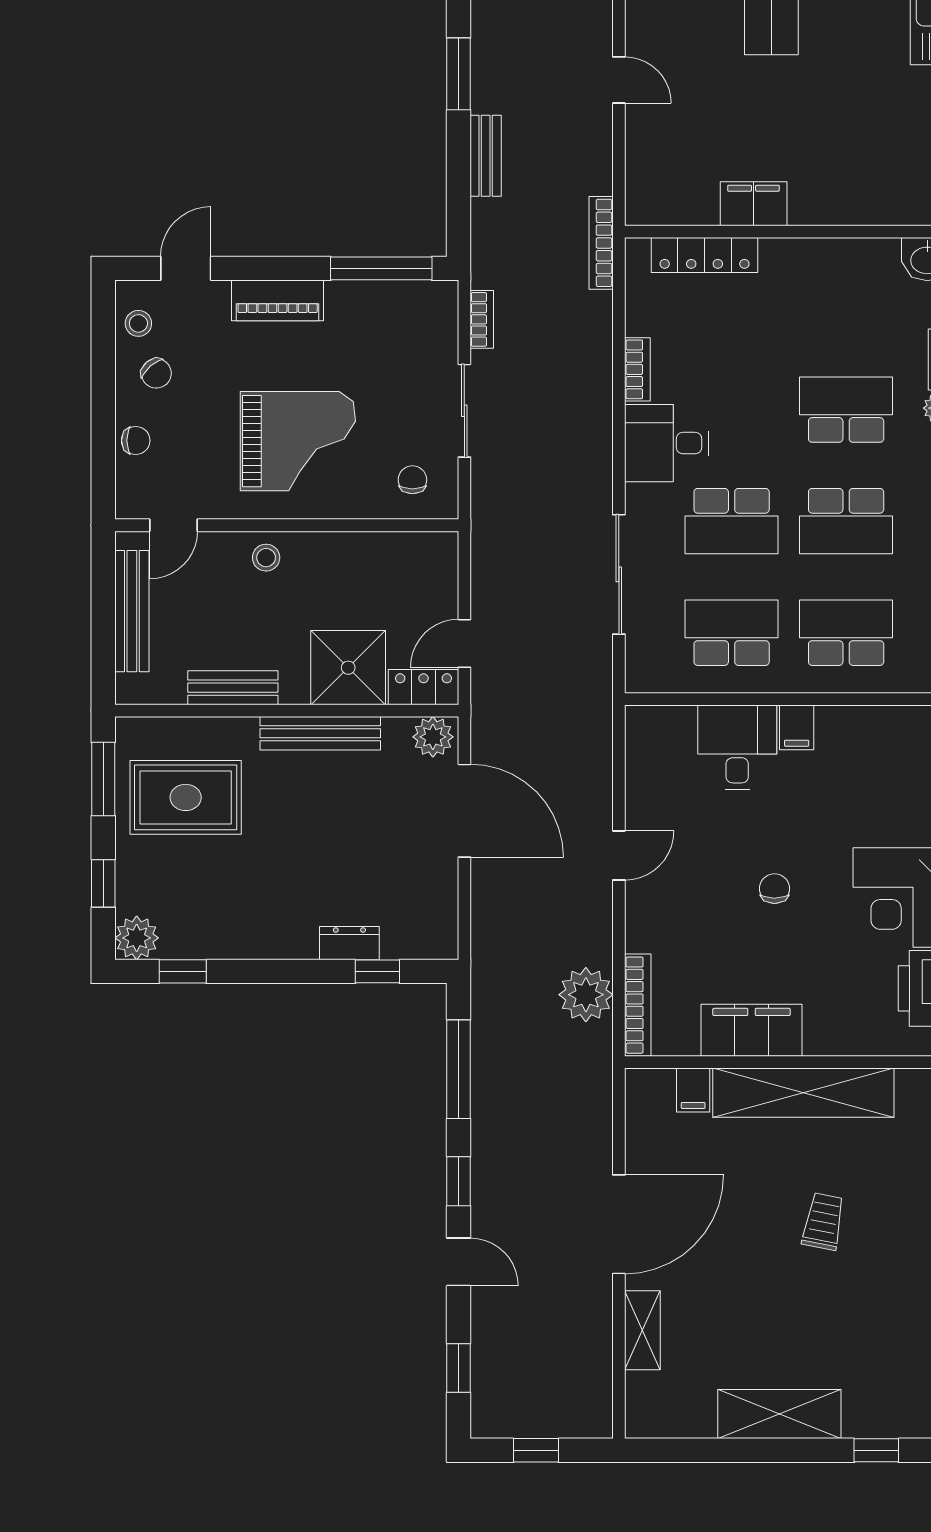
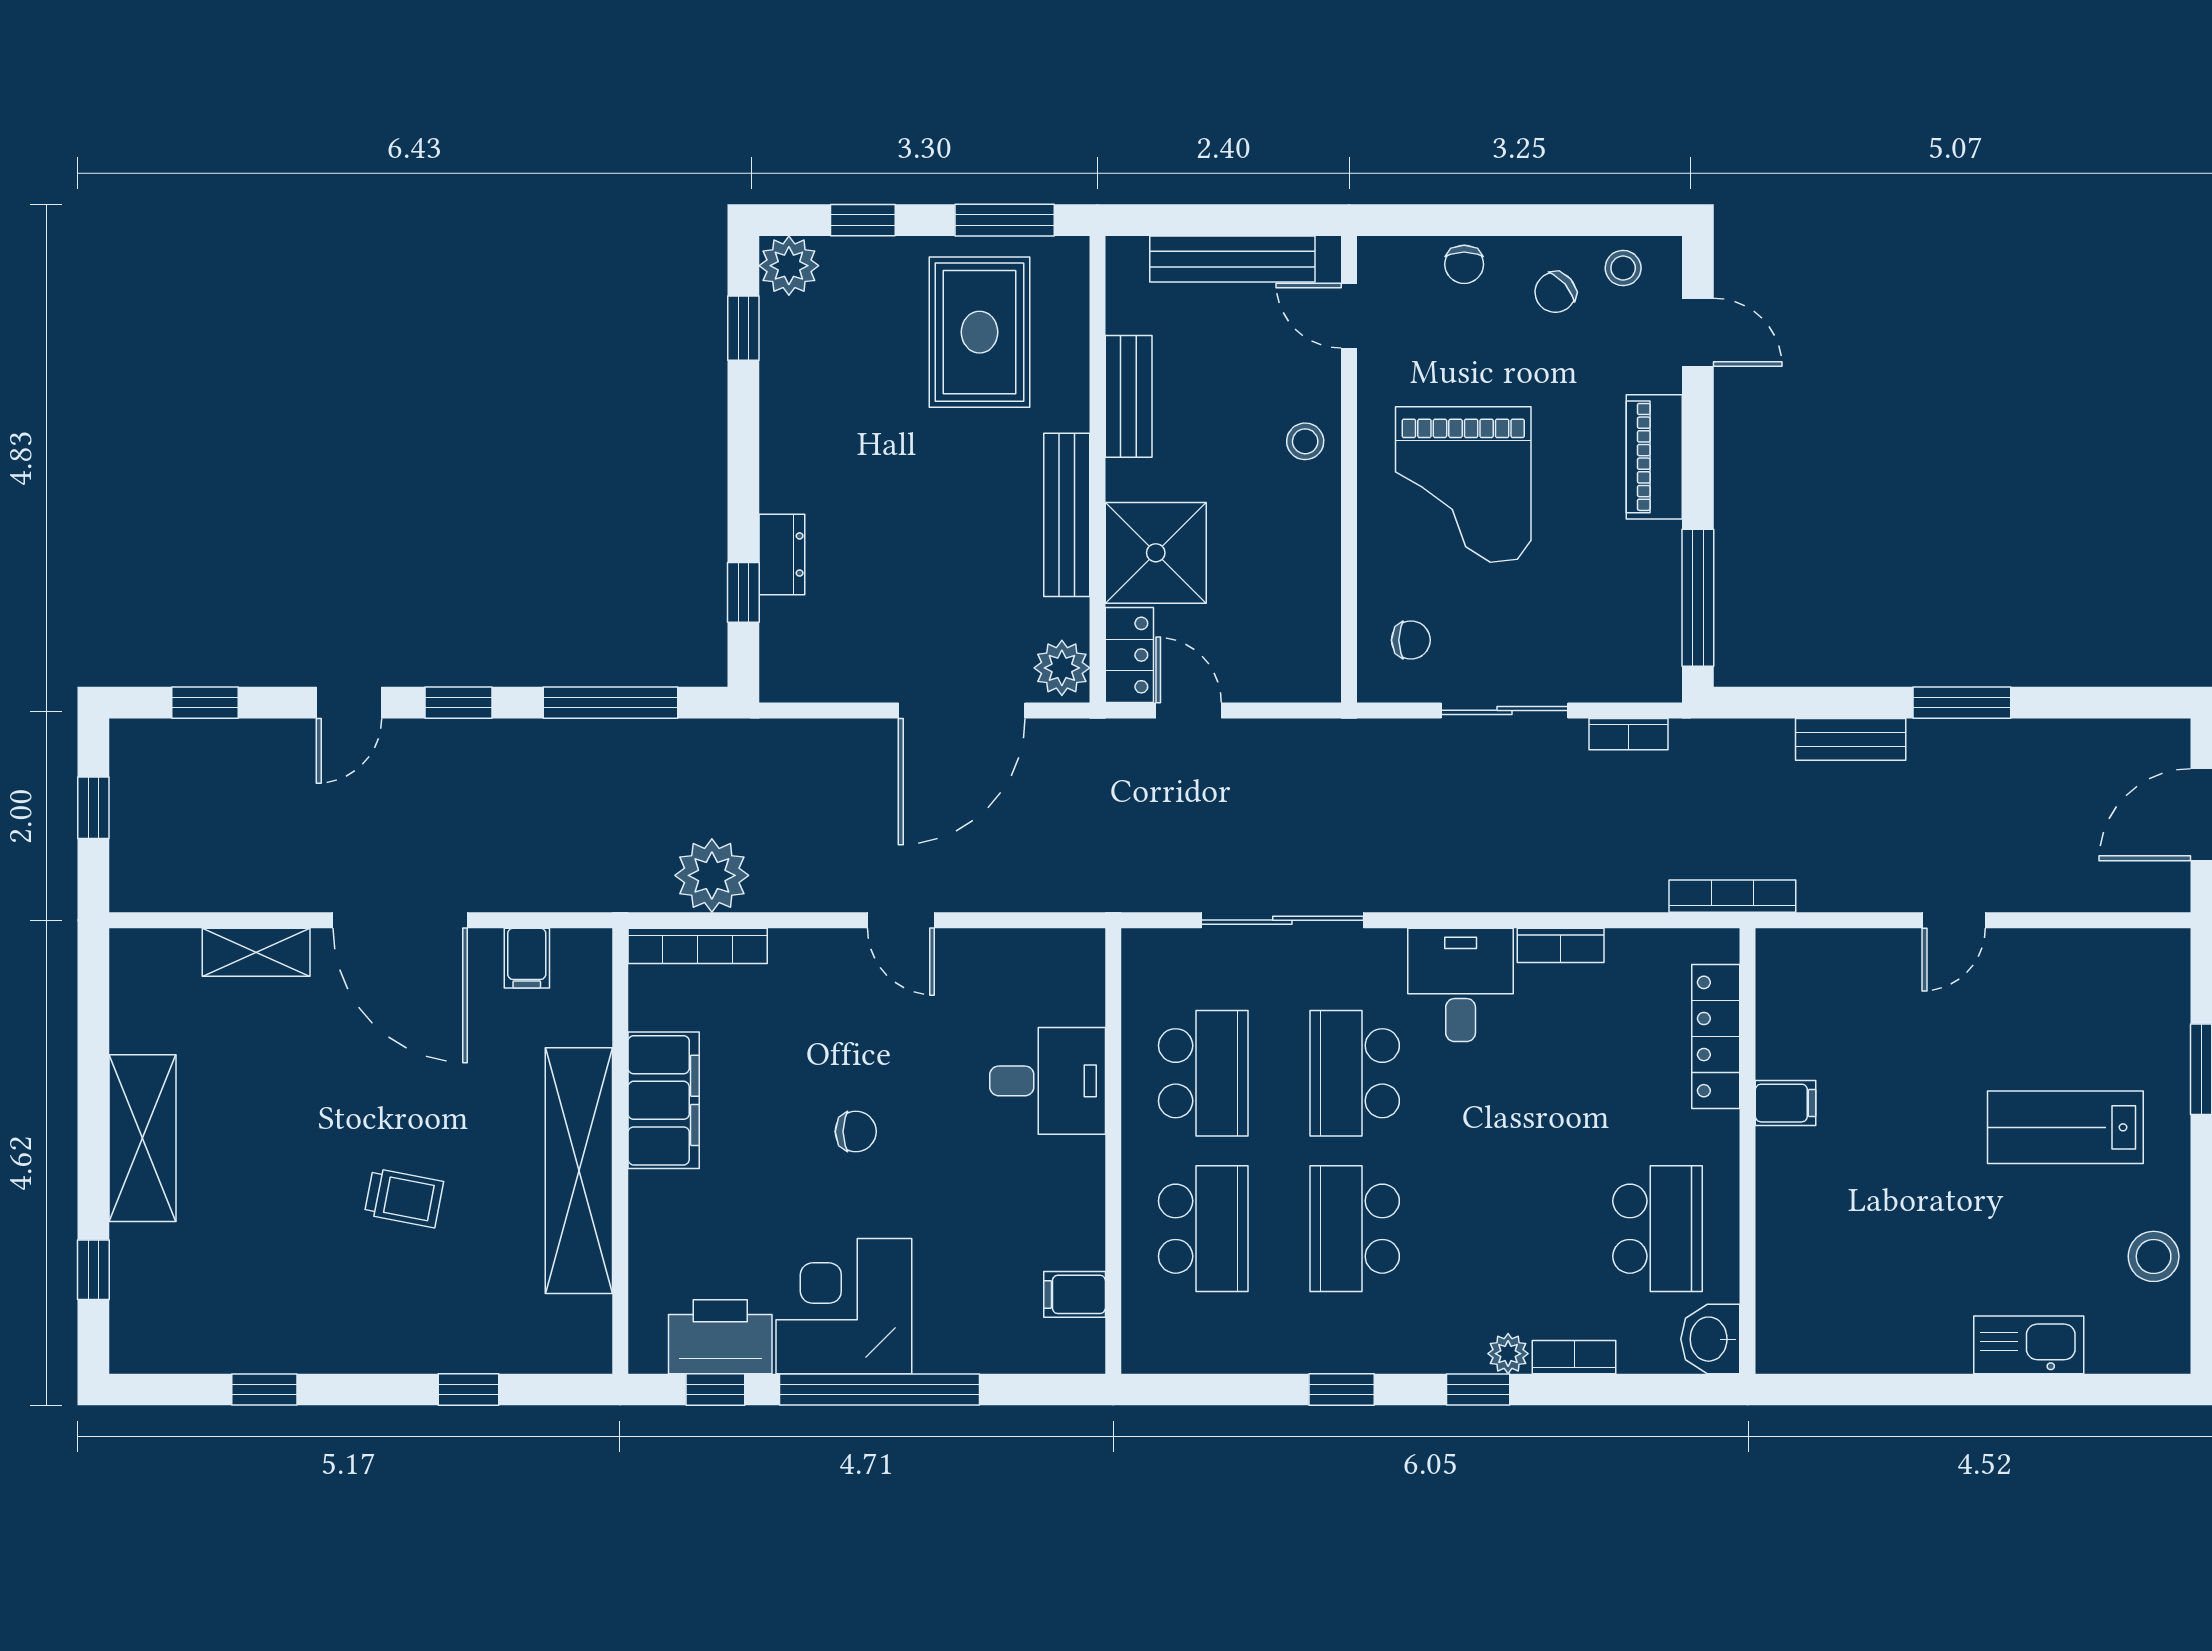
filing cabinet: (754, 204) -> (1786, 1103), width x0.50
school desk: (846, 410) -> (1658, 1229), moved
filing cabinet: (797, 727) -> (1075, 1294), moved
filing cabinet: (693, 1090) -> (527, 958), moved, turned -90

